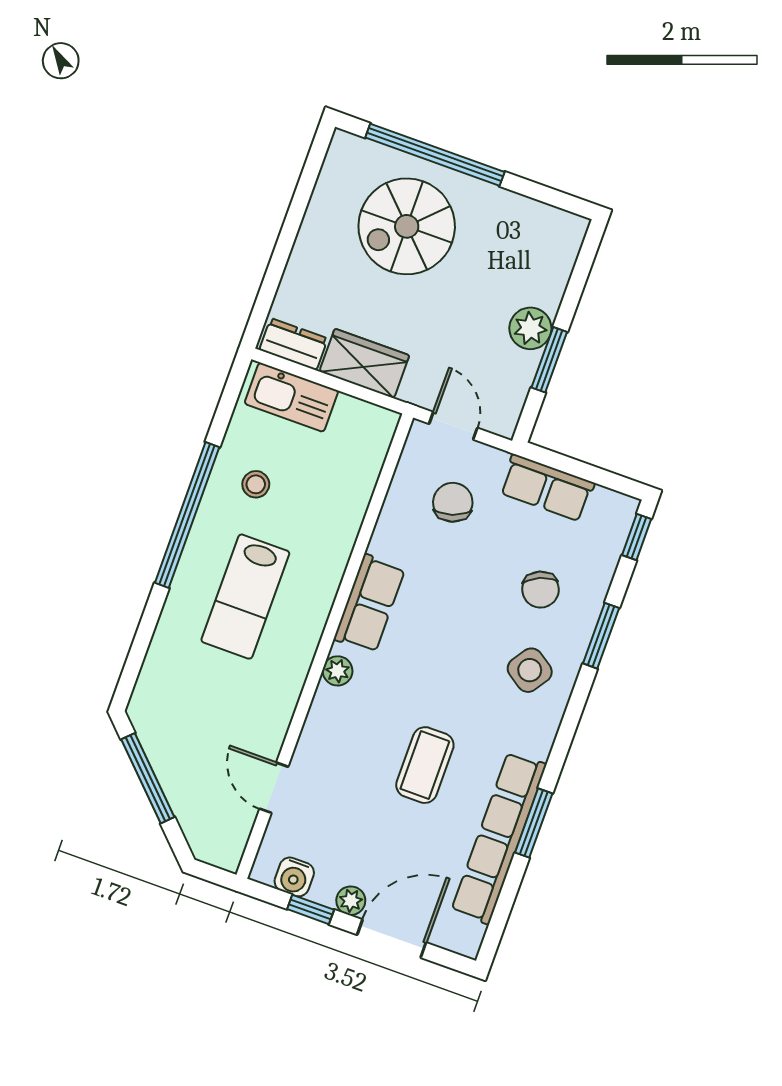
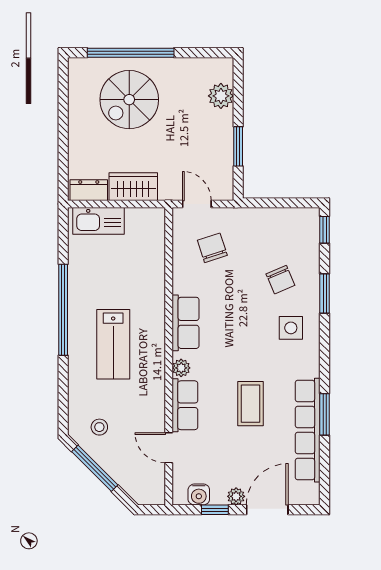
plant: (530, 328) -> (221, 96), moved
stool: (256, 484) -> (99, 427), moved
row of seats: (547, 488) -> (185, 405), moved, turned -90
side table: (530, 670) -> (291, 328), turned -34

